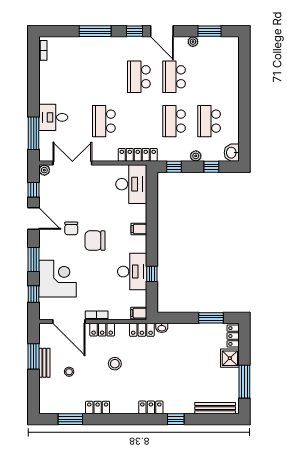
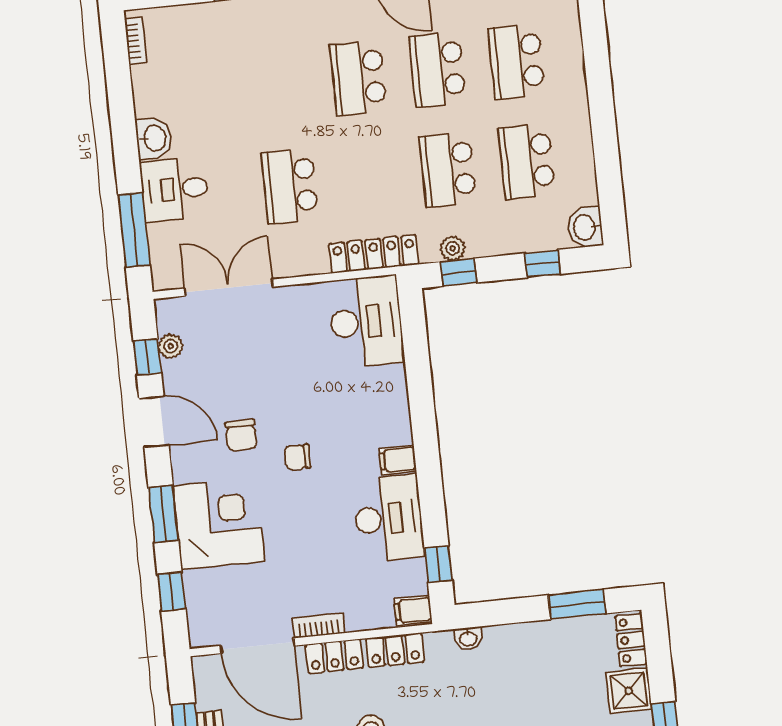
school desk: (209, 77) -> (516, 61), added
washbasin: (46, 94) -> (154, 138), added
plant: (196, 156) -> (453, 248), moved
plant: (44, 170) -> (171, 346), moved
filing cabinet: (139, 229) -> (398, 460), moved
chair: (95, 241) -> (298, 457), width x0.54, depth x0.54
window: (152, 274) -> (438, 564), moved
corner desk: (57, 279) -> (219, 523), moved
locker: (142, 330) -> (395, 650), moved

